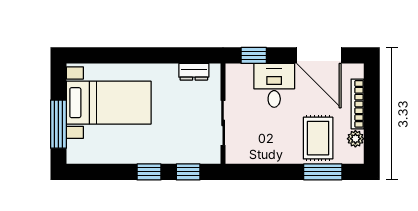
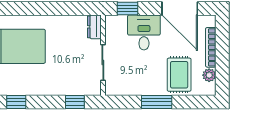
dresser: (194, 72) -> (94, 27), moved, turned 90
window: (149, 172) -> (16, 102), moved
window: (323, 172) -> (157, 102), moved

